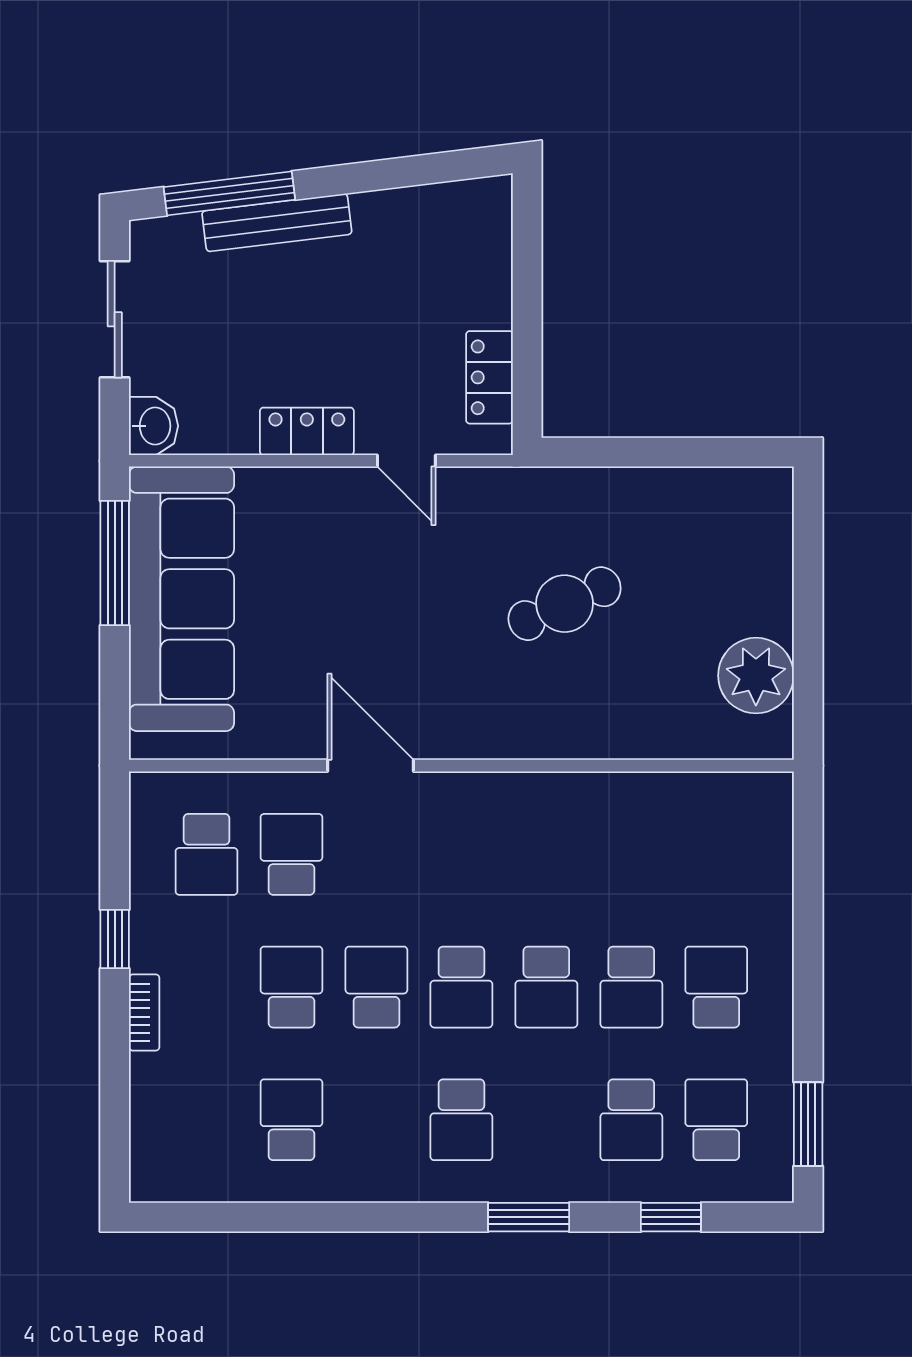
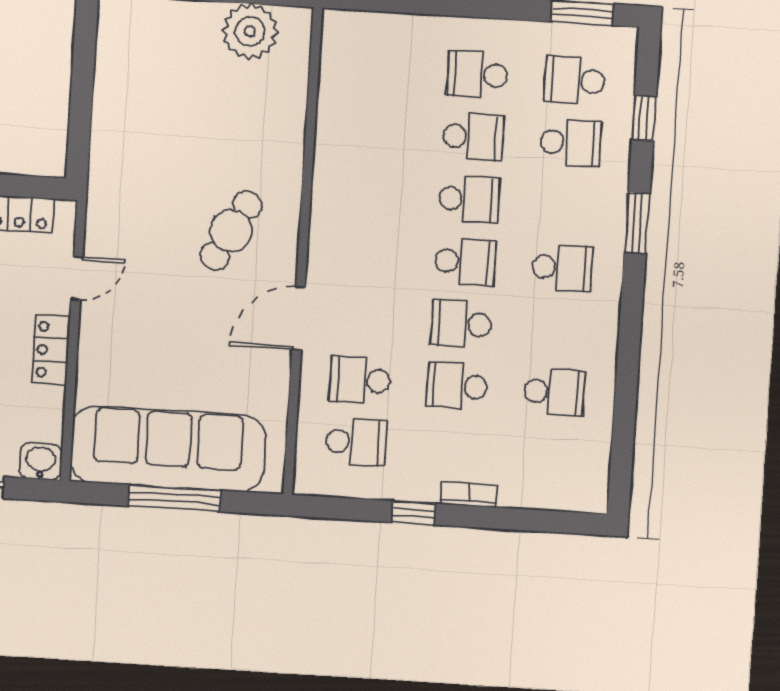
window: (115, 563) -> (175, 498), moved
cafe table: (565, 604) -> (231, 231), moved, turned 53
school desk: (291, 1120) -> (554, 392), turned 180

